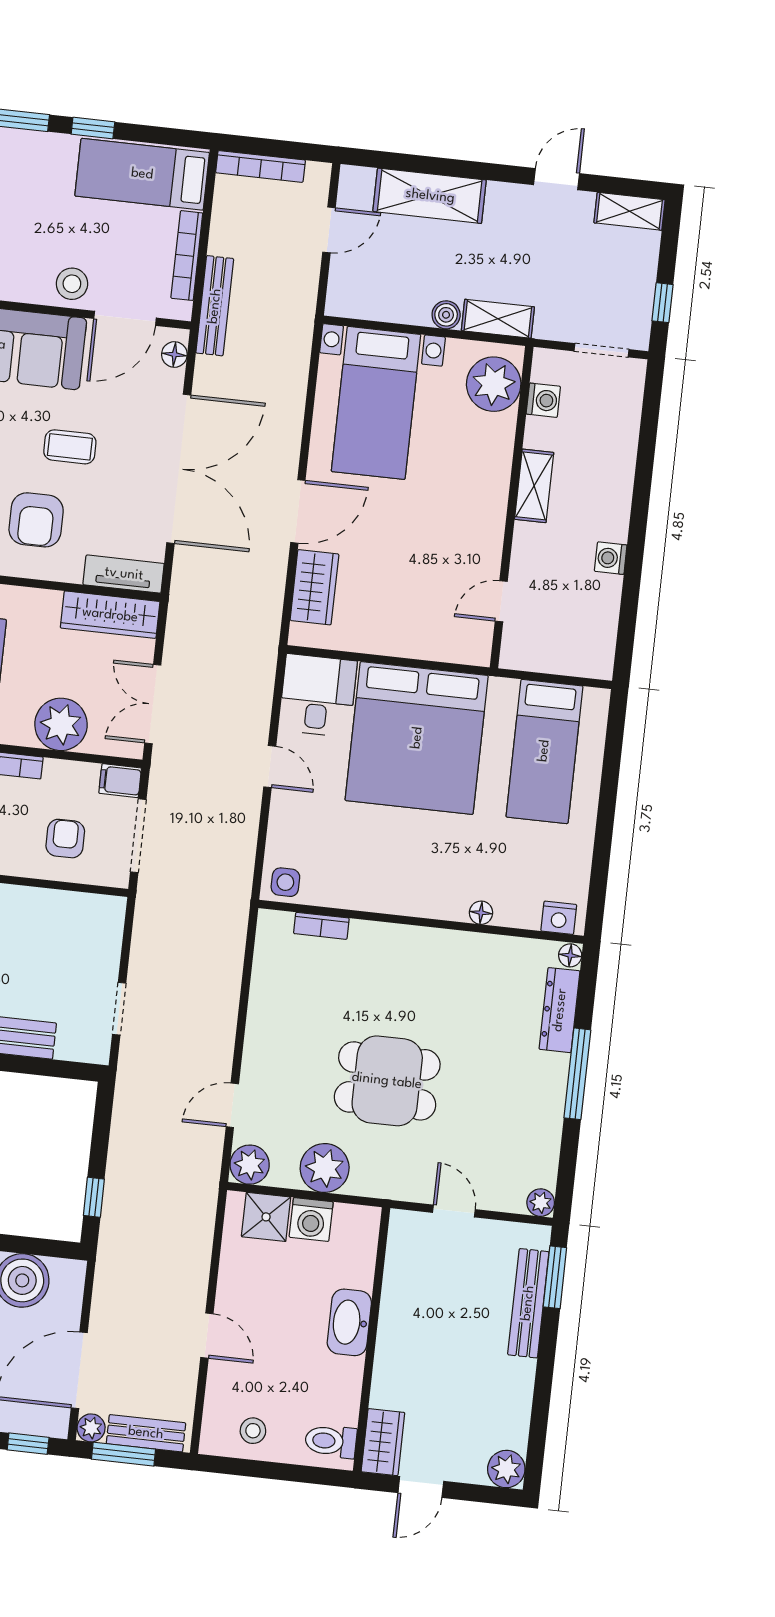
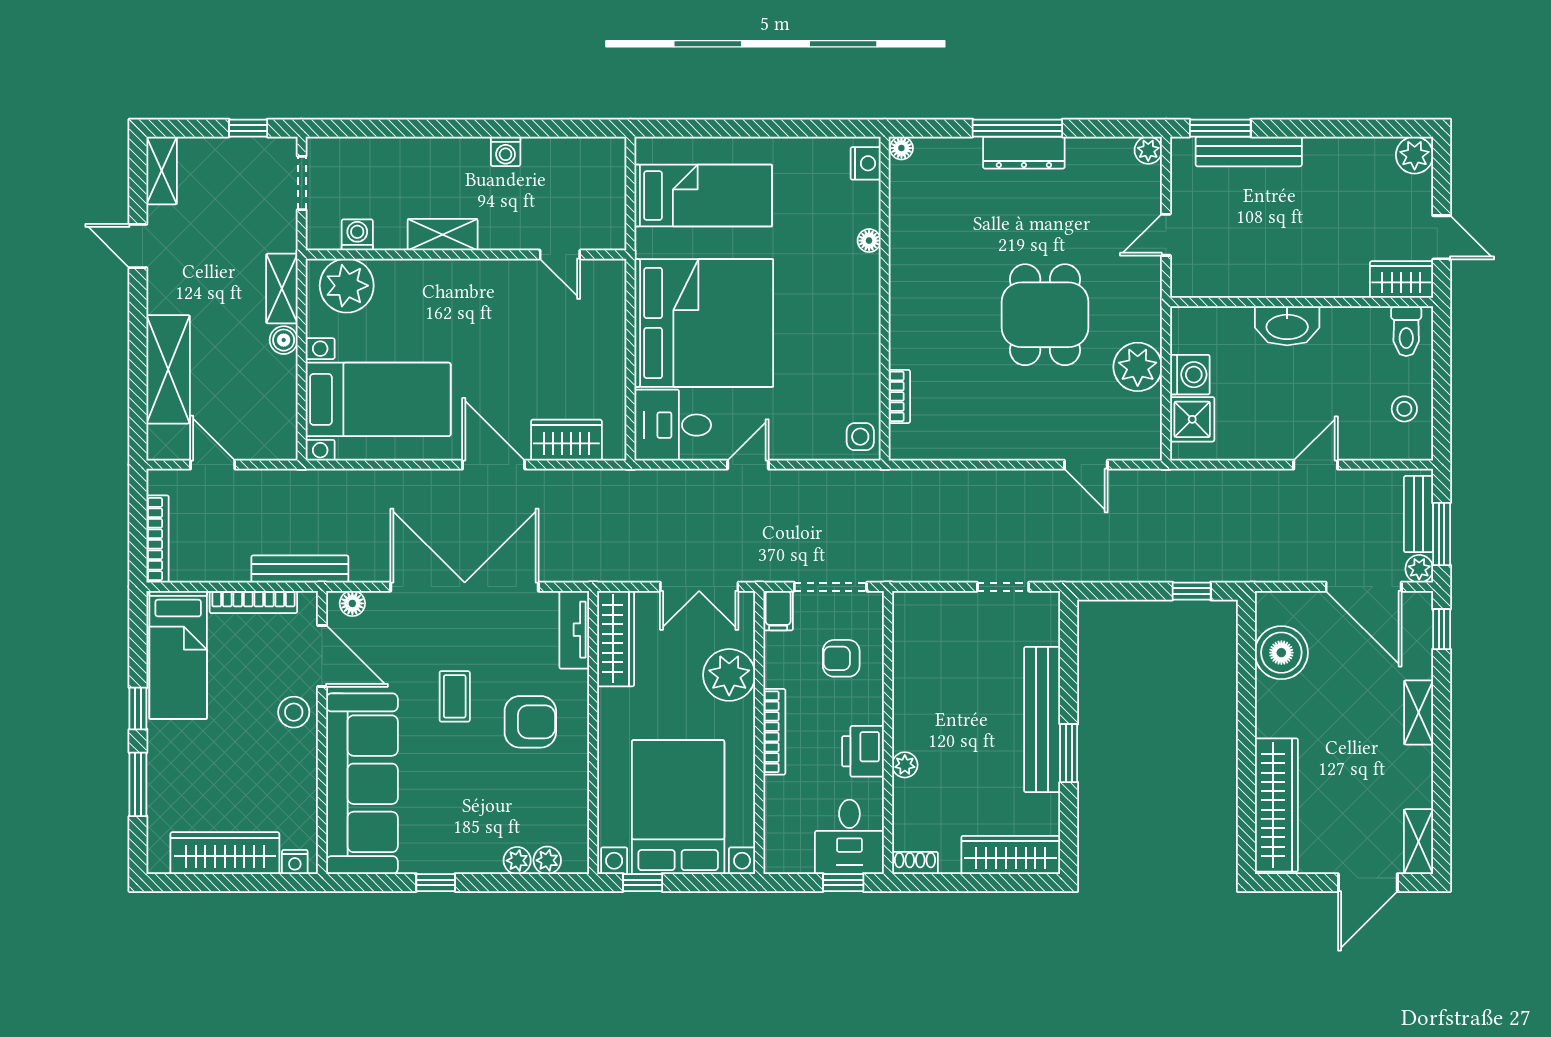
dresser: (560, 1010) -> (1024, 153), moved
plant: (250, 1165) -> (1142, 441), removed

